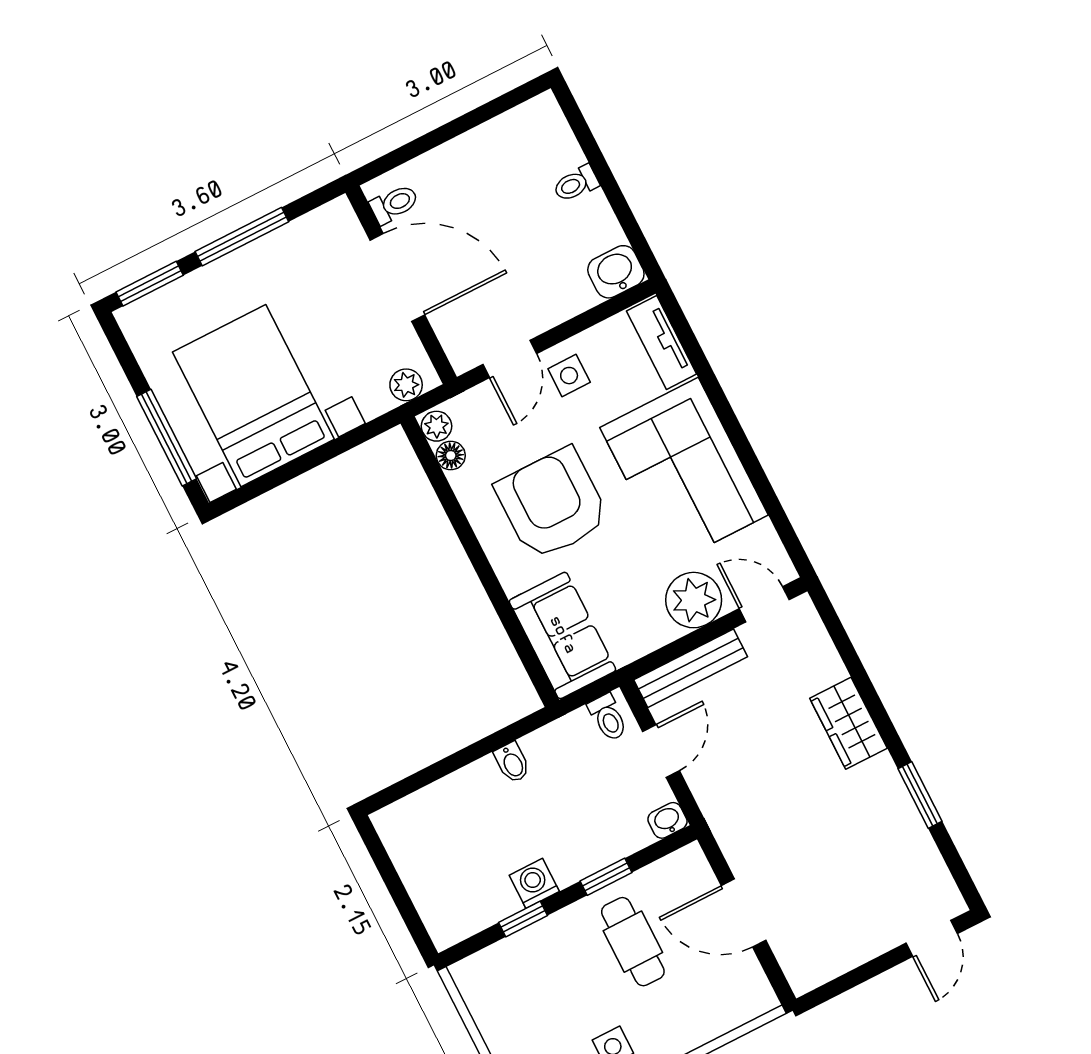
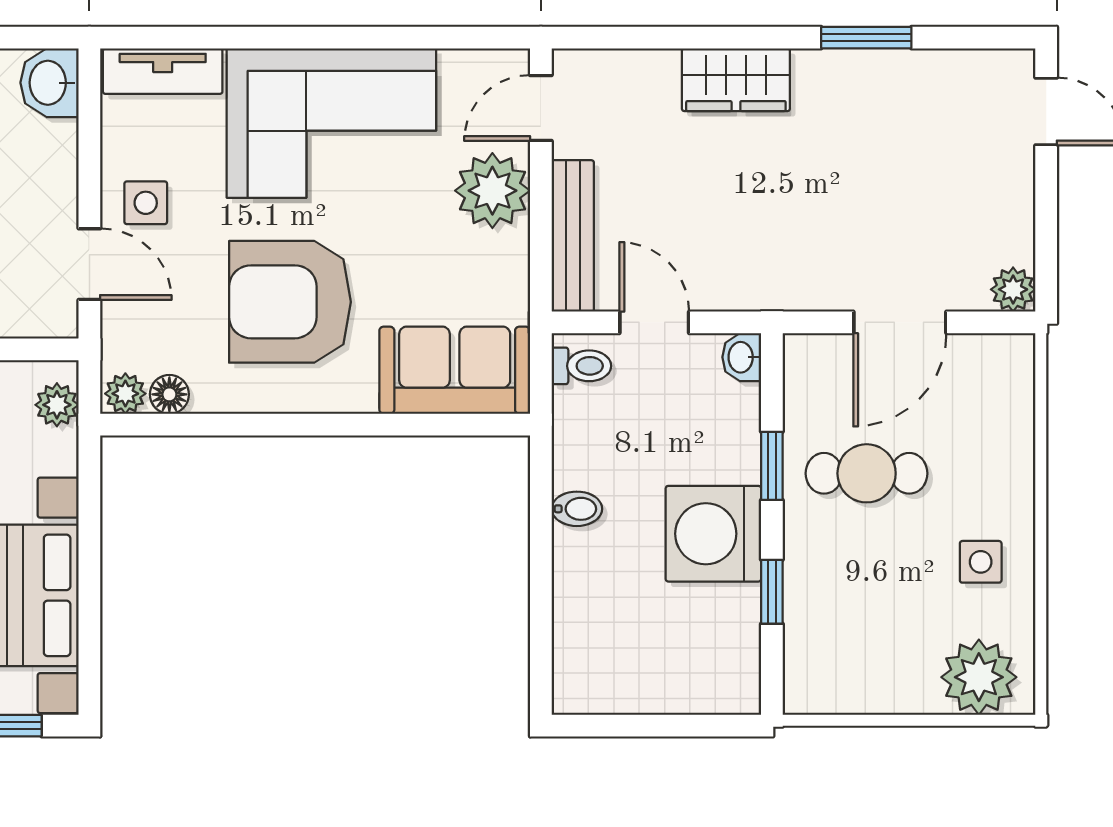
washing machine: (534, 883) -> (713, 534), width x1.89, depth x1.89
plant: (803, 976) -> (1013, 289), added

